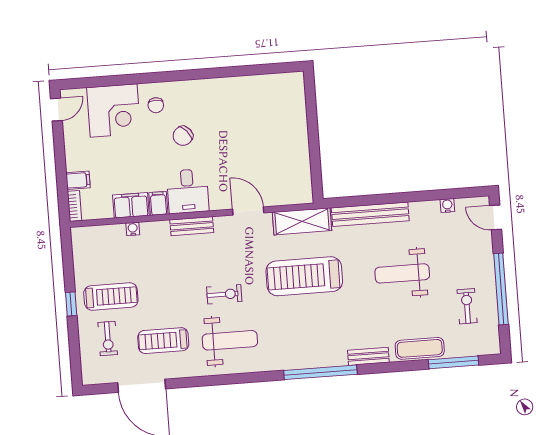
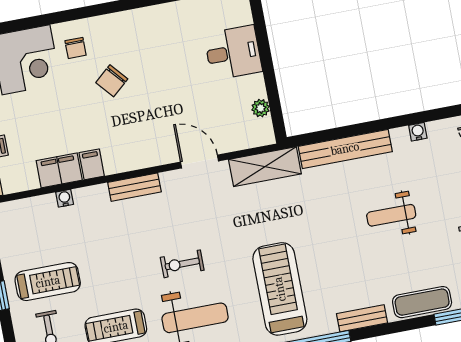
plant: (304, 172) -> (261, 108), added
desk: (188, 191) -> (233, 53), moved, turned -90
water cooler: (447, 206) -> (418, 132), moved
weight bench: (402, 273) -> (391, 215), width x0.73, depth x0.75
treadmill: (304, 276) -> (280, 289), moved, turned 90
exercise bike: (224, 294) -> (182, 264), turned 180

